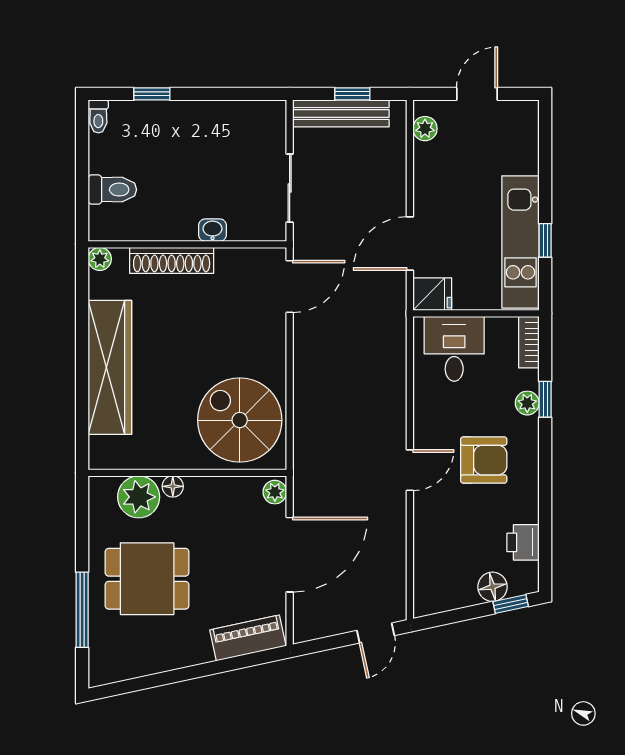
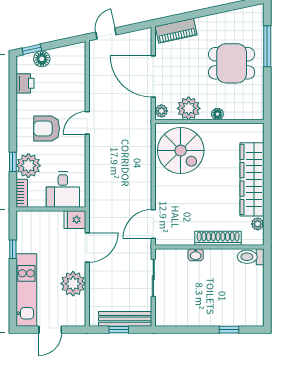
toilet: (98, 116) -> (258, 317), removed
plant: (425, 129) -> (73, 284), moved, width x1.88, depth x1.88
toilet: (112, 190) -> (251, 257), moved
kitchen unit: (520, 242) -> (26, 290), moved
plant: (100, 259) -> (258, 224), moved
plant: (527, 403) -> (28, 166), width x1.88, depth x1.88
plant: (139, 497) -> (189, 108), moved
door: (290, 555) -> (153, 77), hinge flipped

